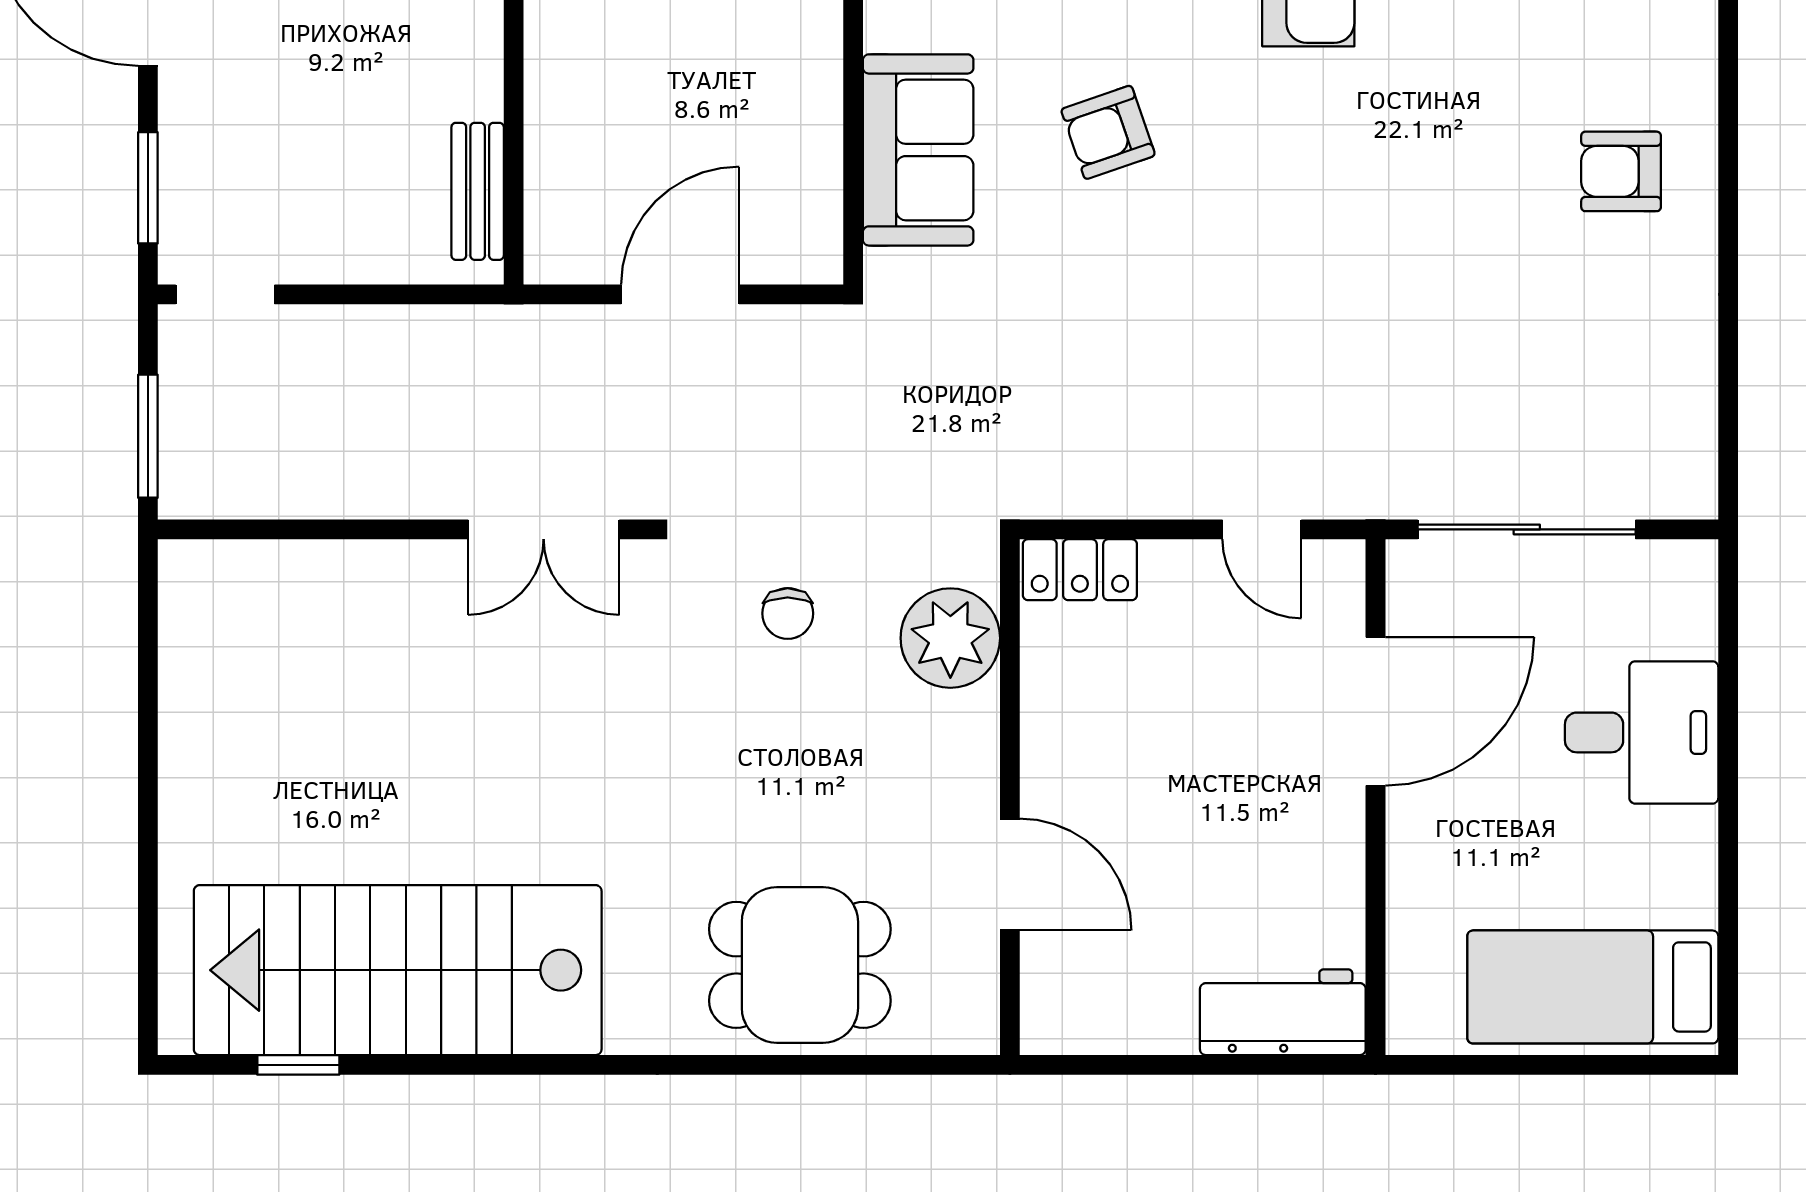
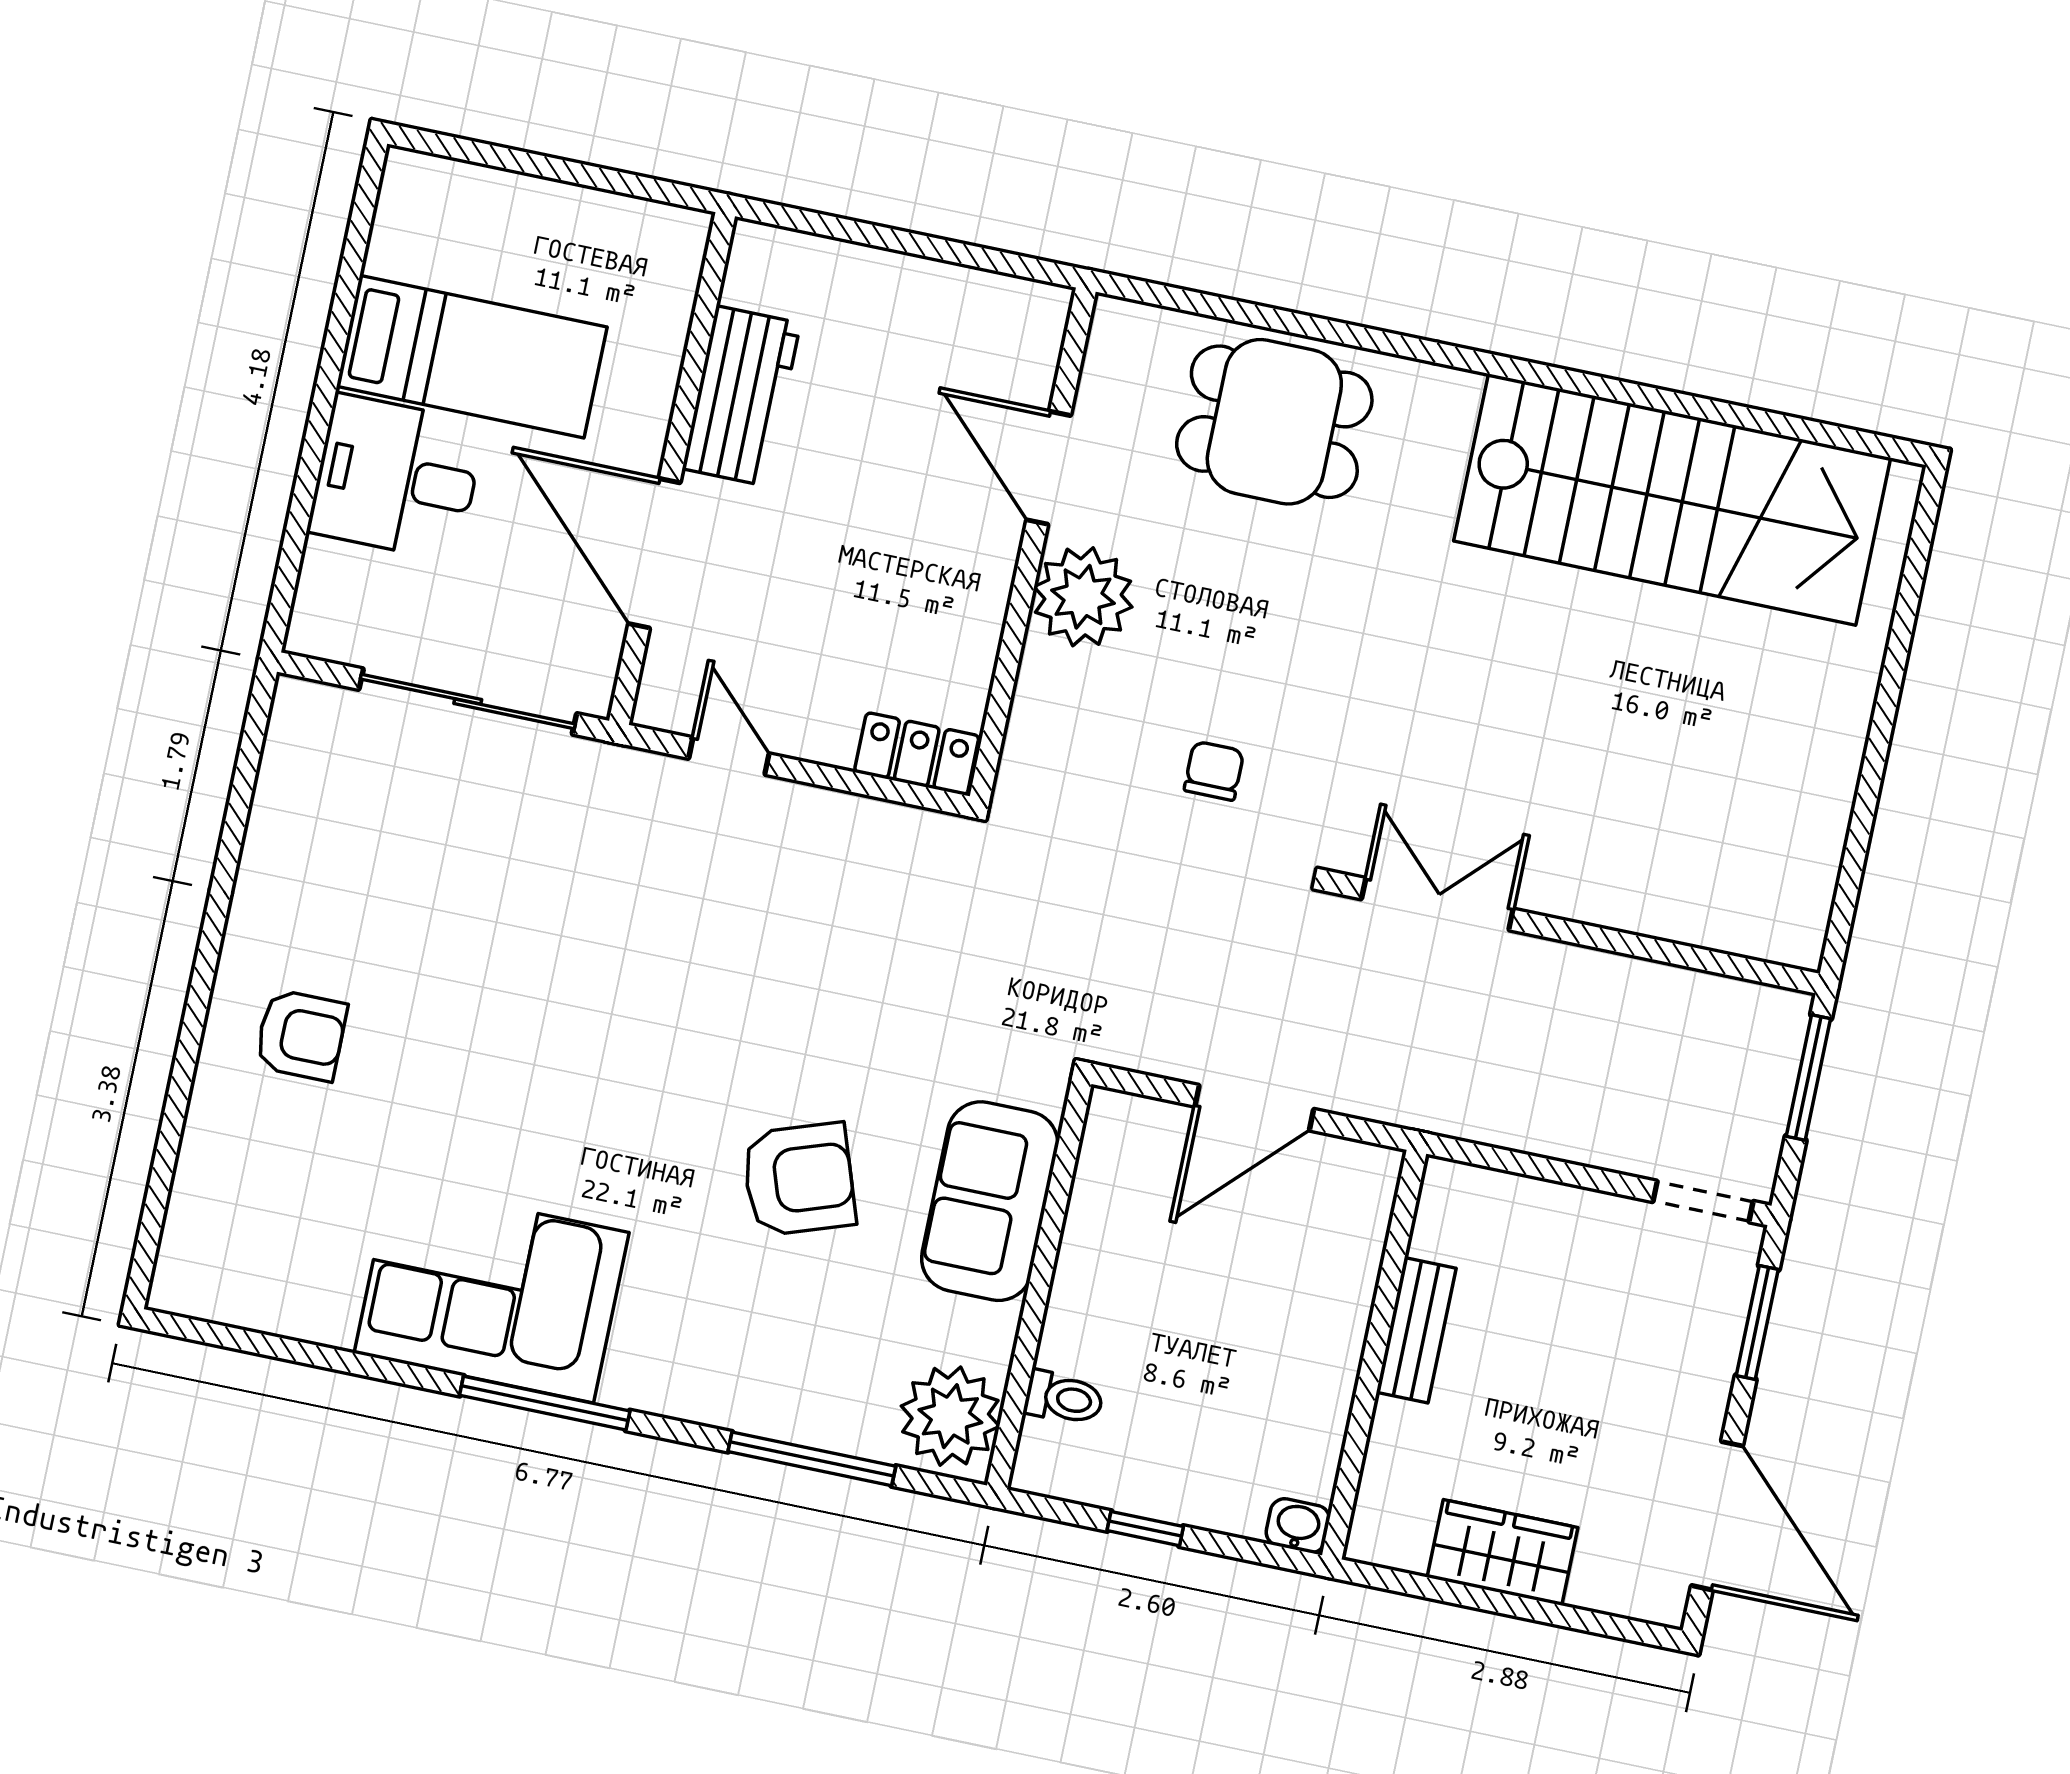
armchair: (1108, 132) -> (799, 1179), width x1.38, depth x1.38
bench: (478, 191) -> (1416, 1330), moved
plant: (950, 638) -> (1083, 597), moved
door: (1375, 711) -> (654, 553), hinge flipped
bed: (1593, 987) -> (472, 357), moved
workbench: (1283, 1012) -> (741, 396), moved, turned -90
window: (298, 1065) -> (1790, 426), removed

